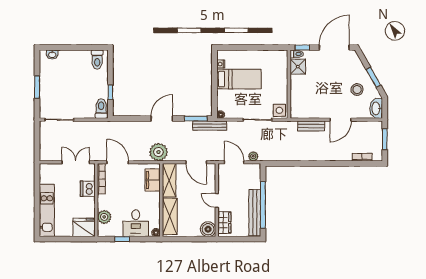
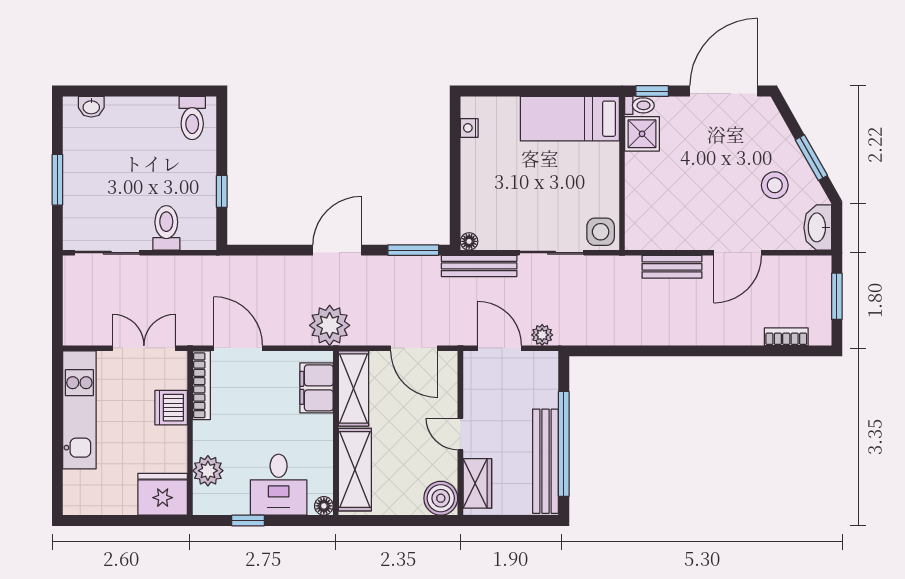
bed: (239, 79) -> (570, 119), moved, turned 180
toilet: (101, 109) -> (166, 228), moved
bench: (210, 126) -> (479, 266), moved
kitchen unit: (47, 210) -> (79, 410), moved

